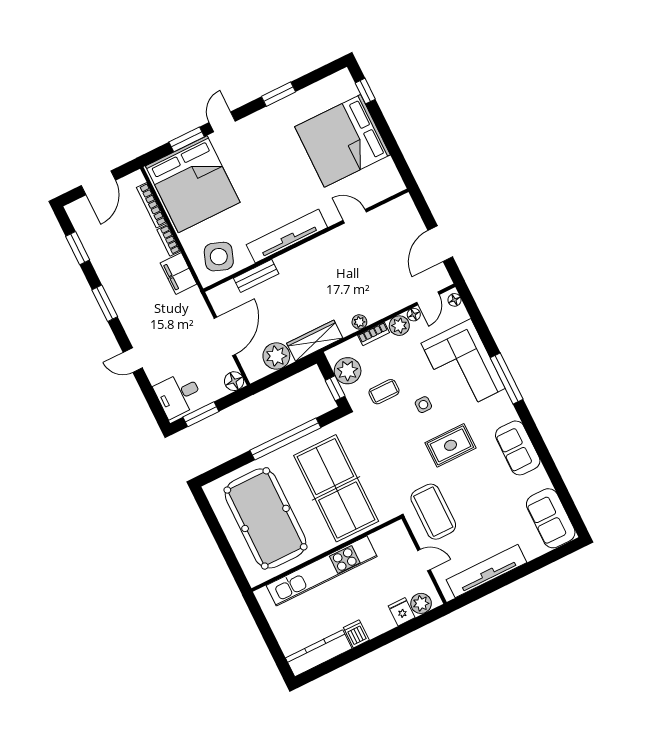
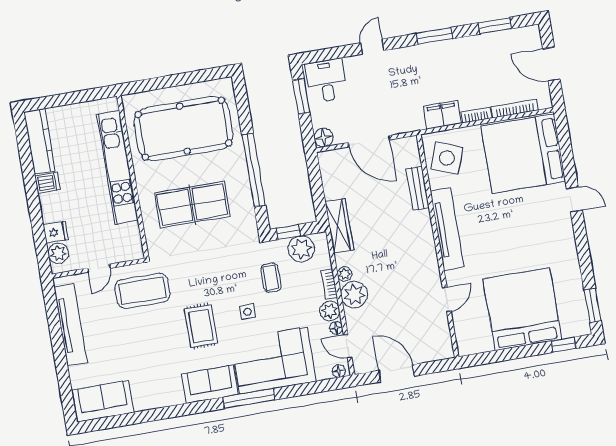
window: (279, 94) -> (593, 305), moved
window: (187, 139) -> (568, 160), removed
plant: (276, 356) -> (354, 295), moved
sofa: (518, 448) -> (210, 384), moved
table tennis table: (336, 488) -> (192, 205), width x0.73, depth x0.76

